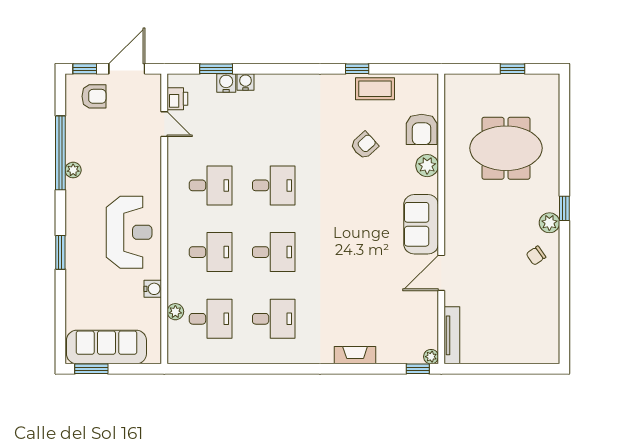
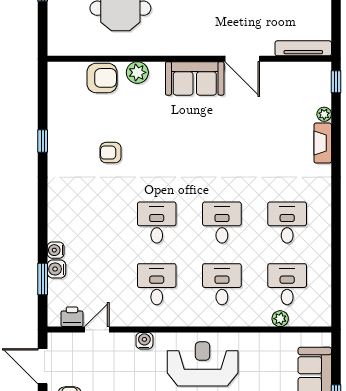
coffee table: (375, 89) -> (62, 124), removed
armchair: (364, 145) -> (111, 153), moved, turned -48
water cooler: (153, 289) -> (144, 341), moved
plant: (431, 357) -> (324, 114), moved

